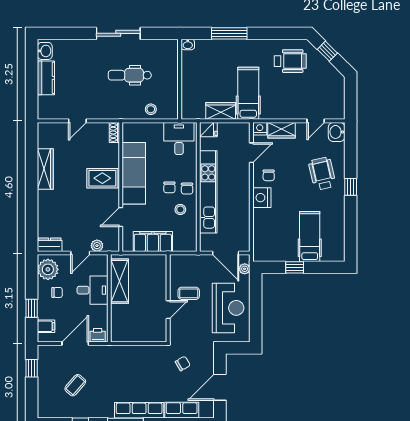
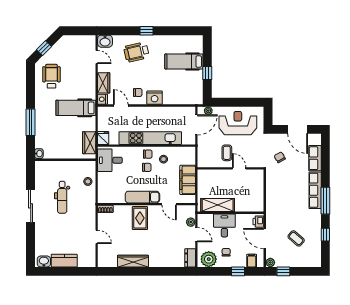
wardrobe: (221, 111) -> (89, 143), moved
exam couch: (134, 173) -> (142, 197), width x0.73, depth x0.69
plant: (43, 351) -> (270, 262), added

